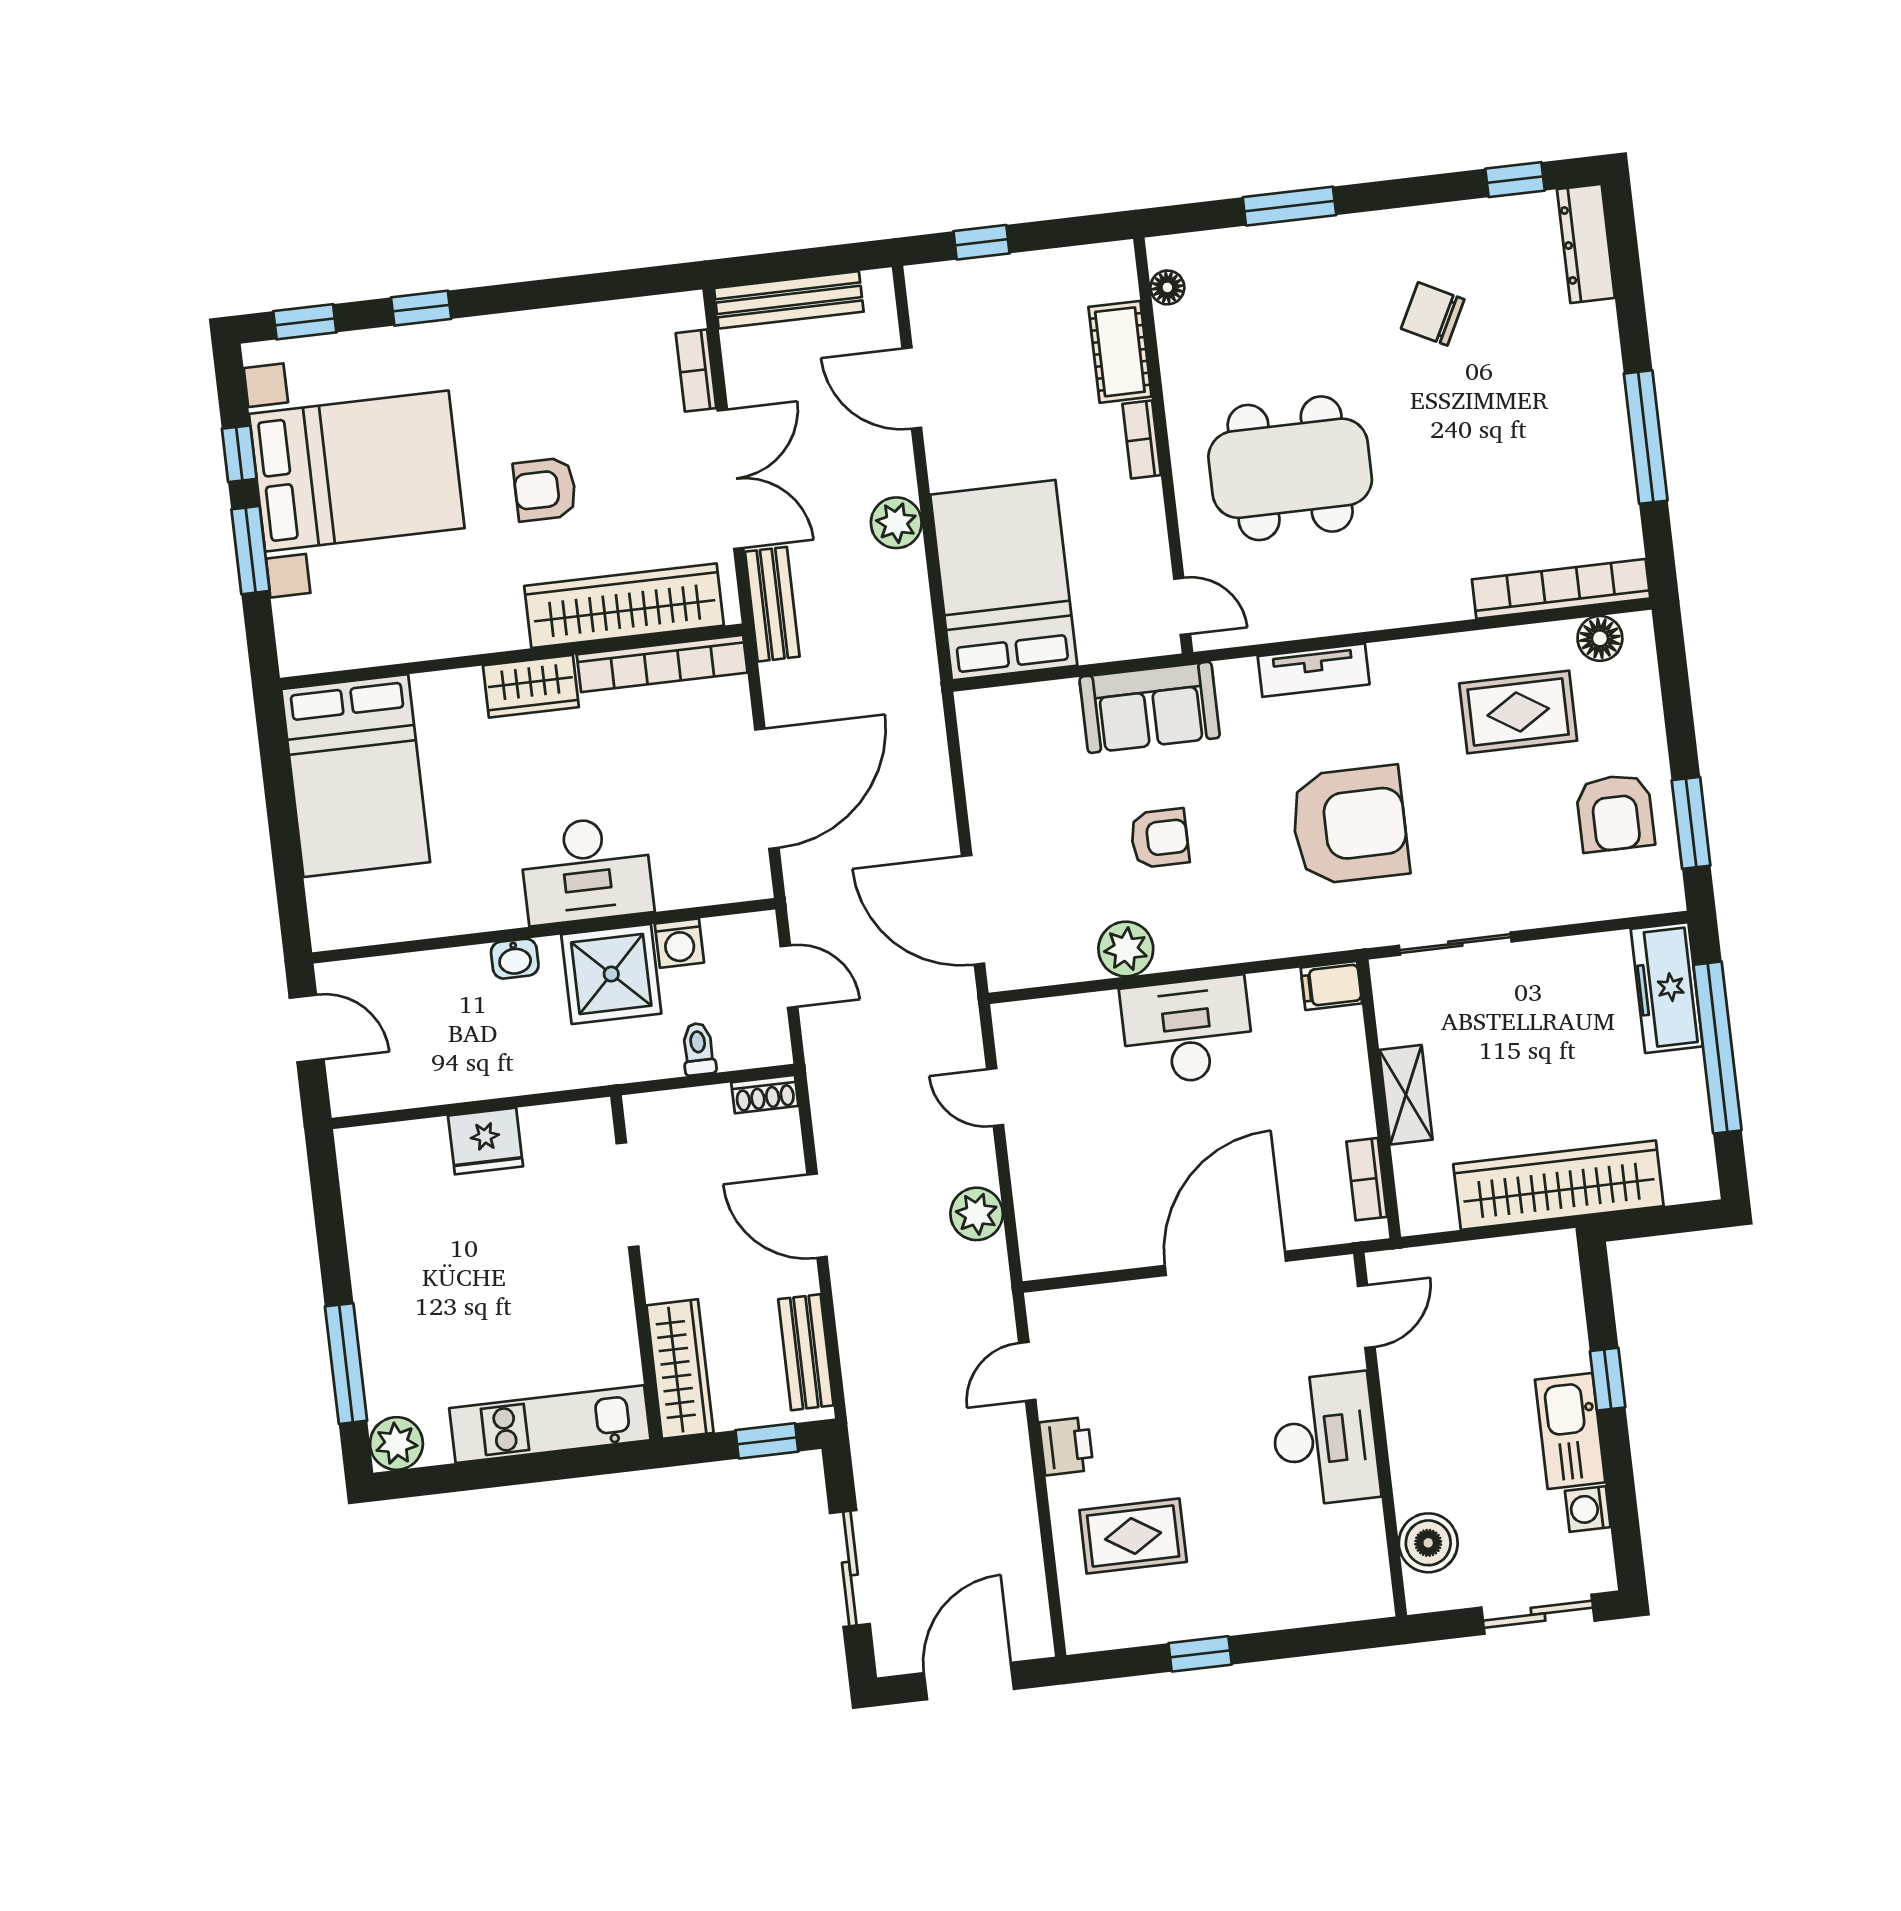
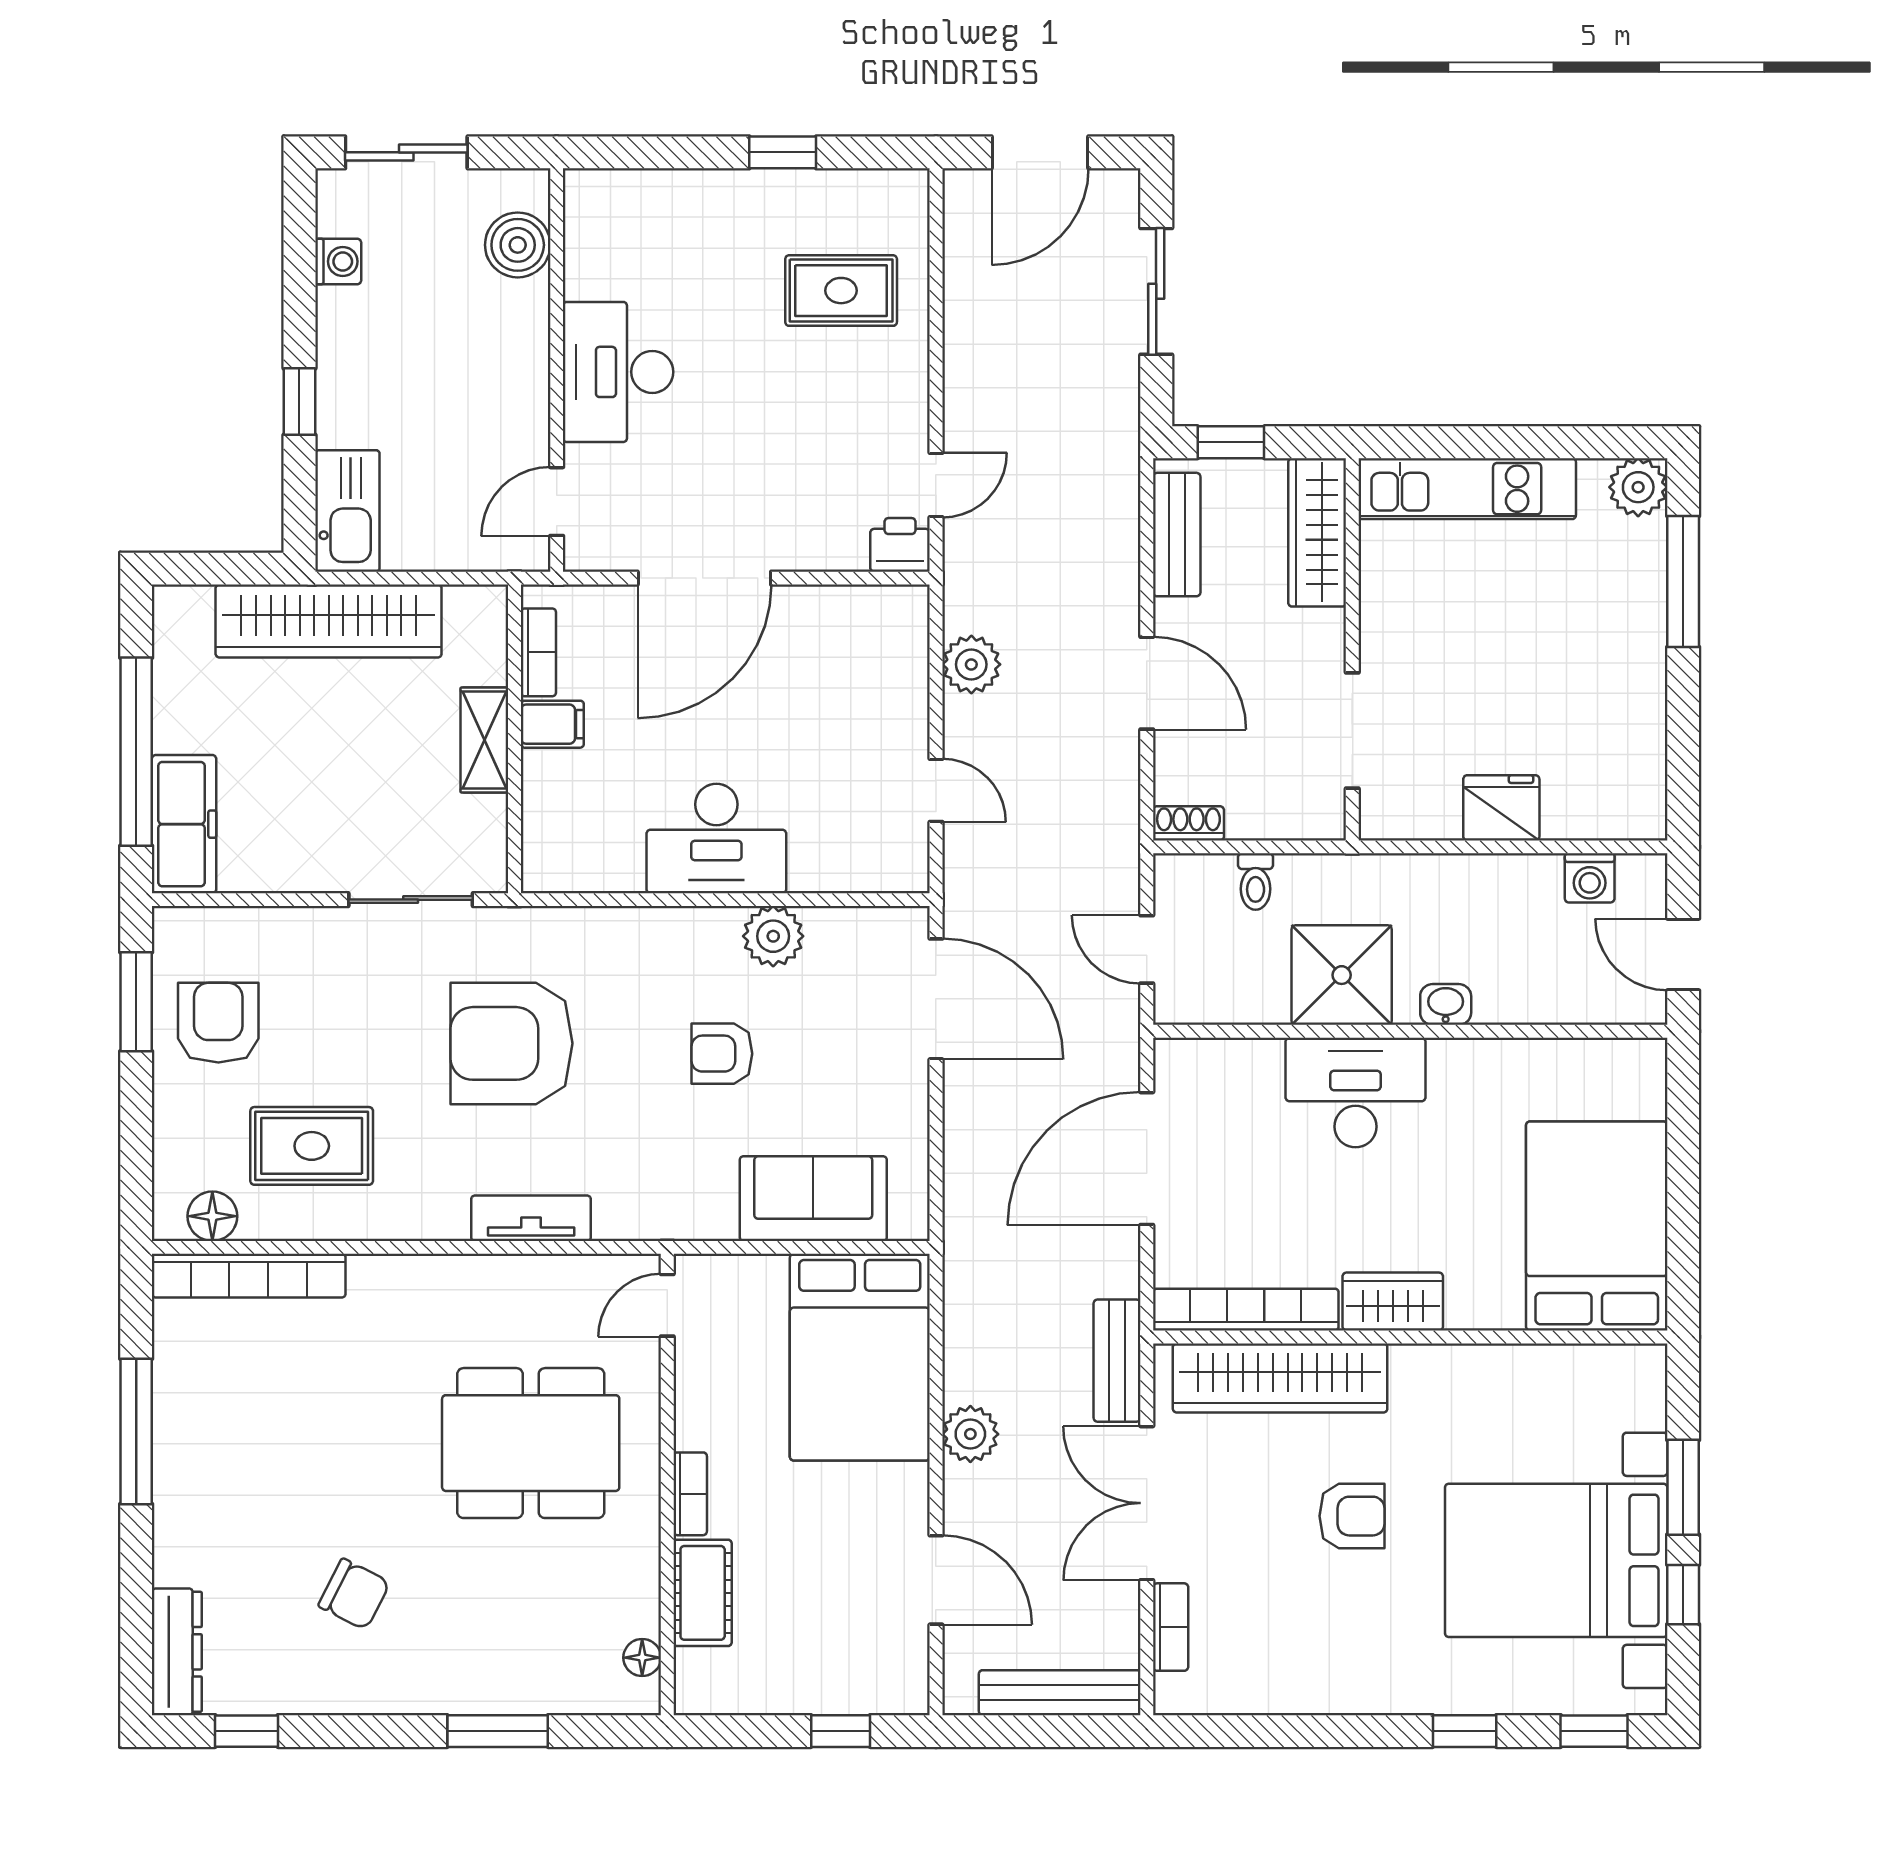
door: (1182, 606) -> (667, 1305), hinge flipped
sofa: (1150, 707) -> (813, 1199), moved
washing machine: (679, 943) -> (1590, 878), moved, turned 180
filing cabinet: (1331, 985) -> (552, 724), moved
kitchen sink: (1570, 1431) -> (347, 511), moved
printer: (1066, 1446) -> (900, 545), moved, turned 90

